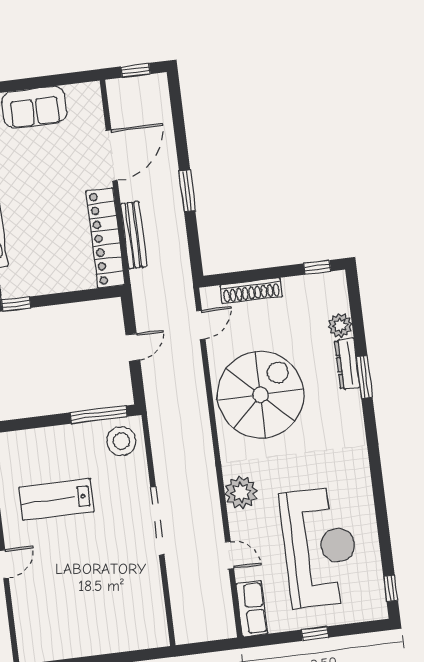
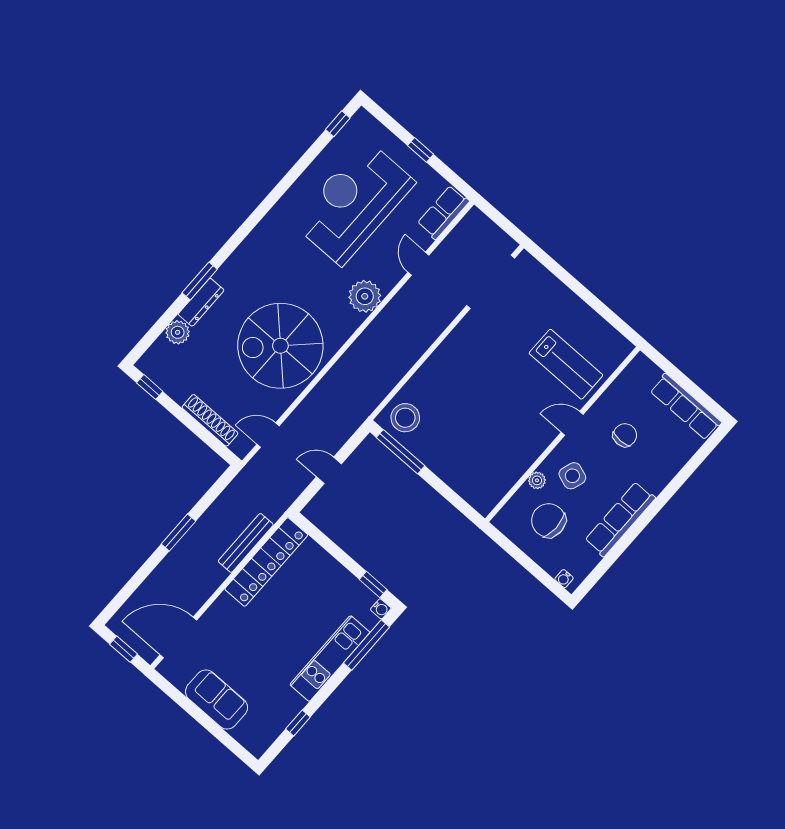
door: (112, 156) -> (178, 638), moved
lab bench: (56, 499) -> (566, 364), moved
doorway: (157, 521) -> (491, 282), moved

